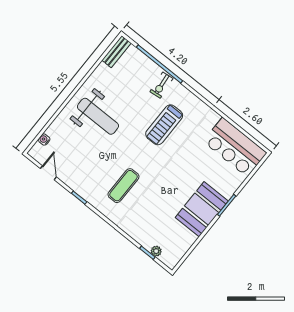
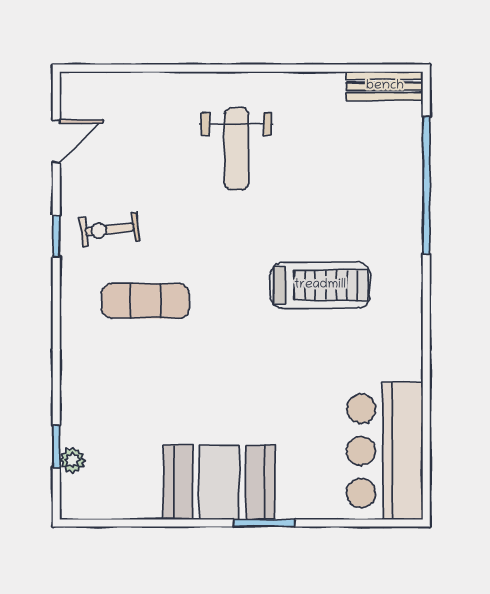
exercise bike: (161, 85) -> (110, 229), moved
weight bench: (98, 116) -> (236, 149), width x0.73, depth x0.75
treadmill: (164, 125) -> (320, 285), turned 180
water cooler: (44, 140) -> (112, 83), removed

